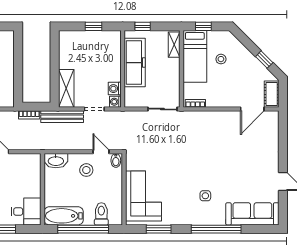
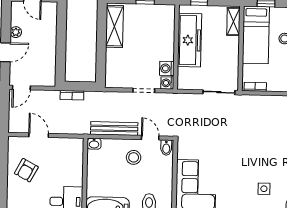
shelving: (66, 88) -> (114, 26), moved
bench: (62, 117) -> (114, 129), moved
washbasin: (56, 161) -> (94, 144), width x0.52, depth x0.69

